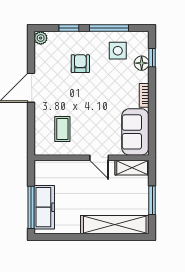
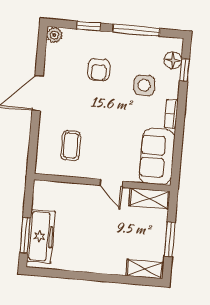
side table: (118, 51) -> (144, 85), moved
floor lamp: (142, 63) -> (173, 60), moved
armchair: (80, 64) -> (99, 70), turned 180
window: (31, 207) -> (25, 235), width x0.69
shelving: (115, 225) -> (145, 269), width x0.45, depth x0.75

